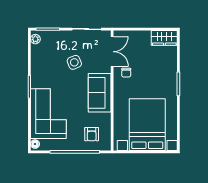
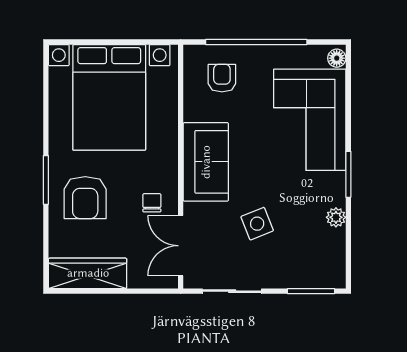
wardrobe: (164, 38) -> (88, 273), width x1.50
plant: (35, 39) -> (336, 217), moved
armchair: (159, 75) -> (85, 198), added

